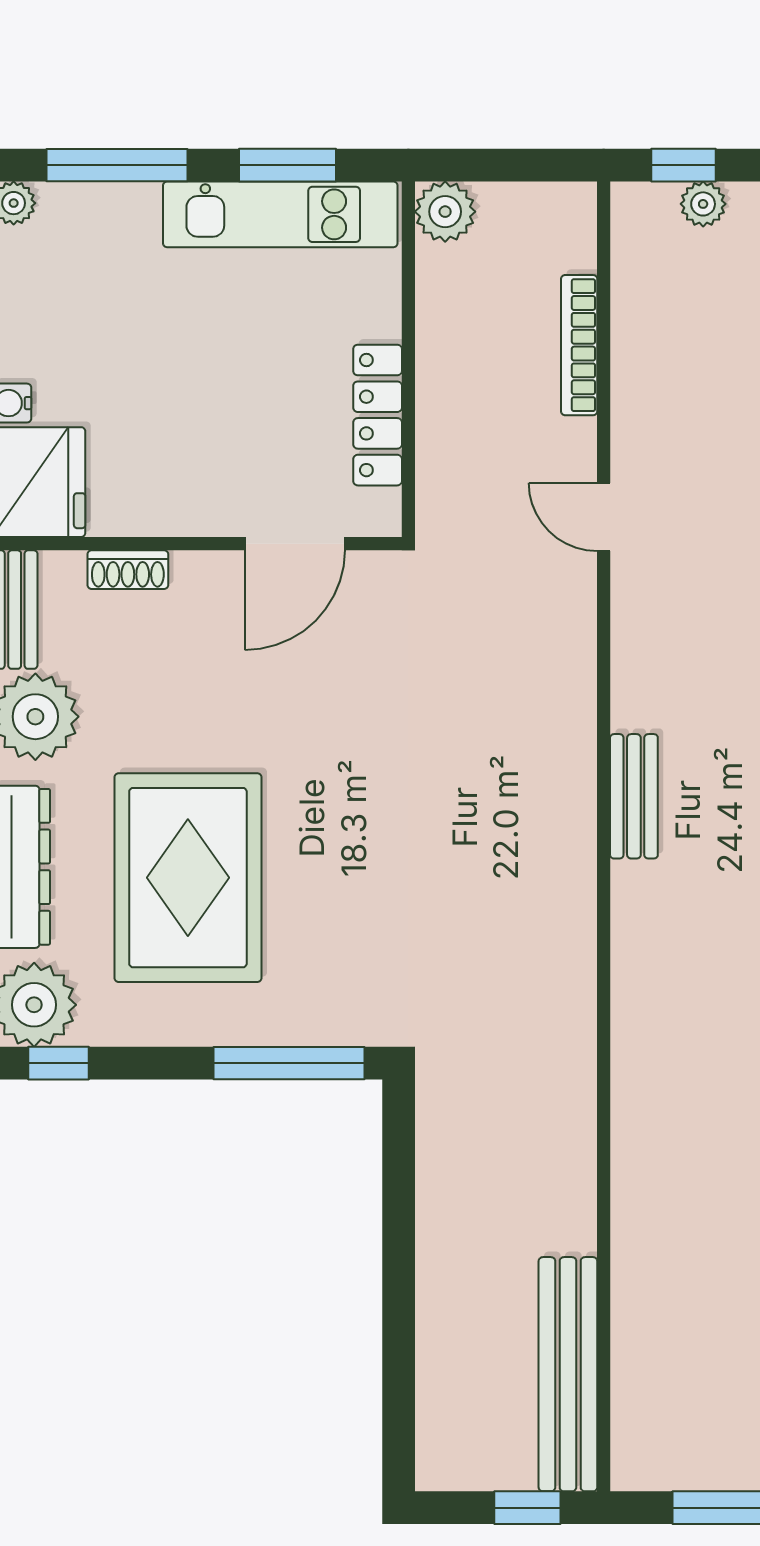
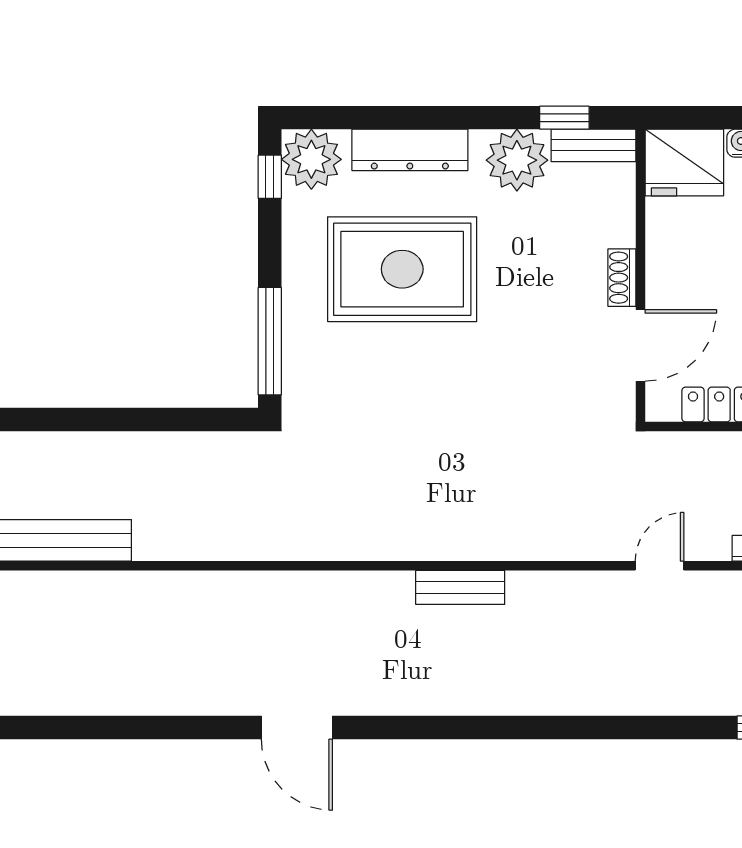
door: (295, 544) -> (641, 345), swing flipped
shoe rack: (128, 570) -> (622, 278), moved

